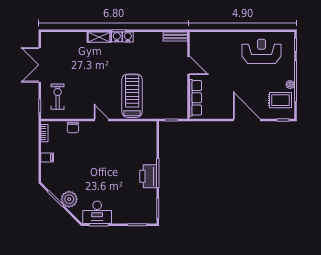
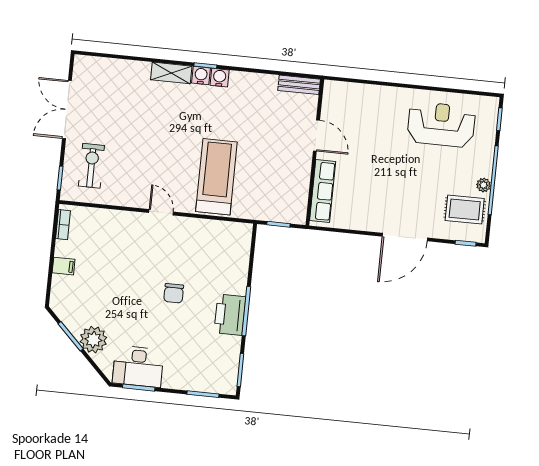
door: (247, 120) -> (405, 237), swing flipped
chair: (73, 128) -> (174, 293), moved

